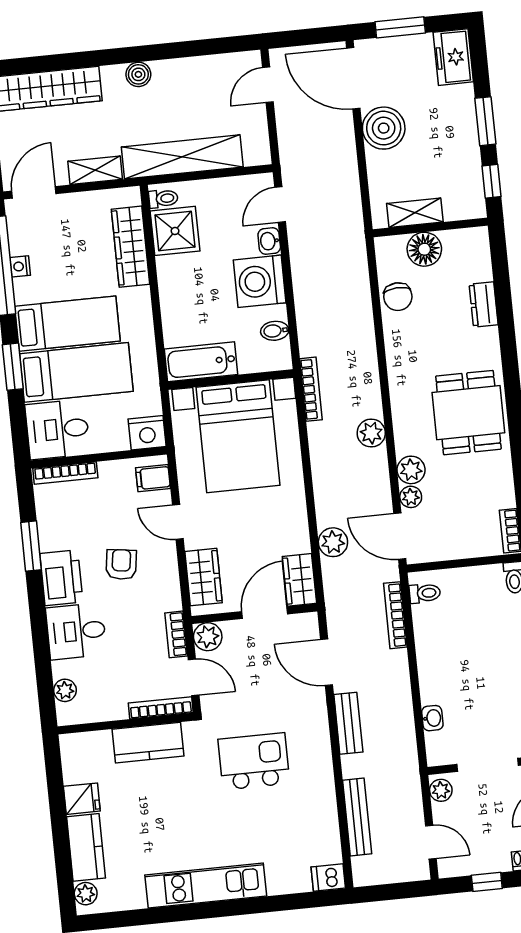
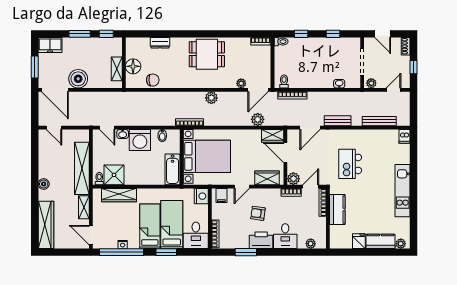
door: (353, 78) -> (55, 90), hinge flipped
plant: (411, 470) -> (229, 82), removed

